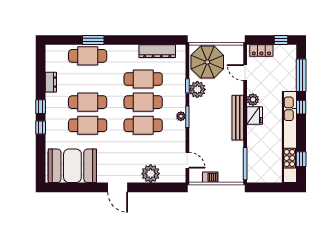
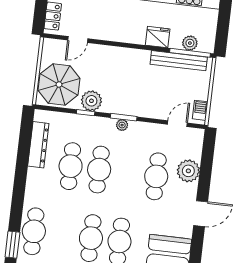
window: (93, 40) -> (12, 245), moved
plant: (253, 100) -> (190, 43), moved
fridge: (255, 115) -> (158, 37), moved
bench: (238, 118) -> (179, 61), moved
cafe table: (143, 125) -> (156, 176), moved
barbecue: (210, 177) -> (200, 110), moved

